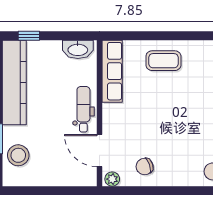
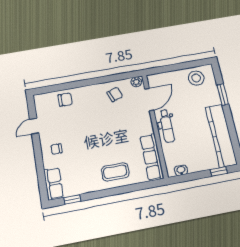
washbasin: (78, 49) -> (181, 170), width x0.52, depth x0.69
door: (99, 150) -> (149, 100), hinge flipped
stool: (18, 155) -> (196, 78), moved

